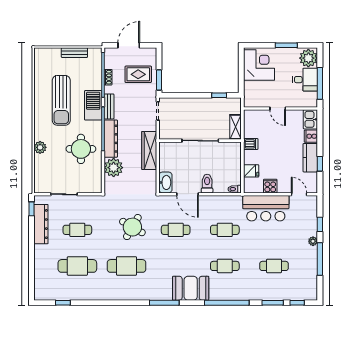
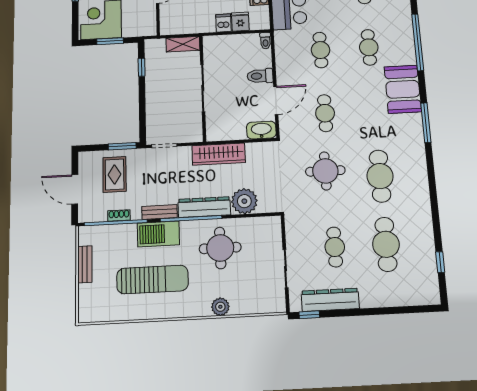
window: (241, 72) -> (110, 41), added
dishwasher: (251, 144) -> (223, 23), moved
round table: (132, 227) -> (325, 171), turned -30

